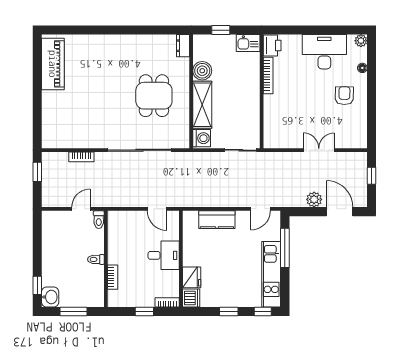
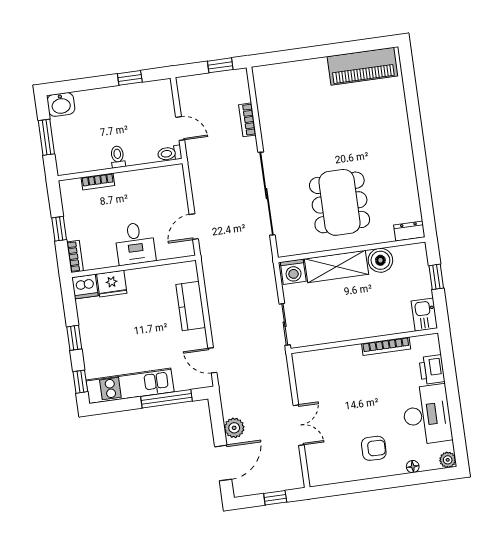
printer: (272, 45) -> (432, 370), moved, turned 90
dining table: (154, 96) -> (340, 202), width x1.38
window: (37, 285) -> (130, 78), moved

